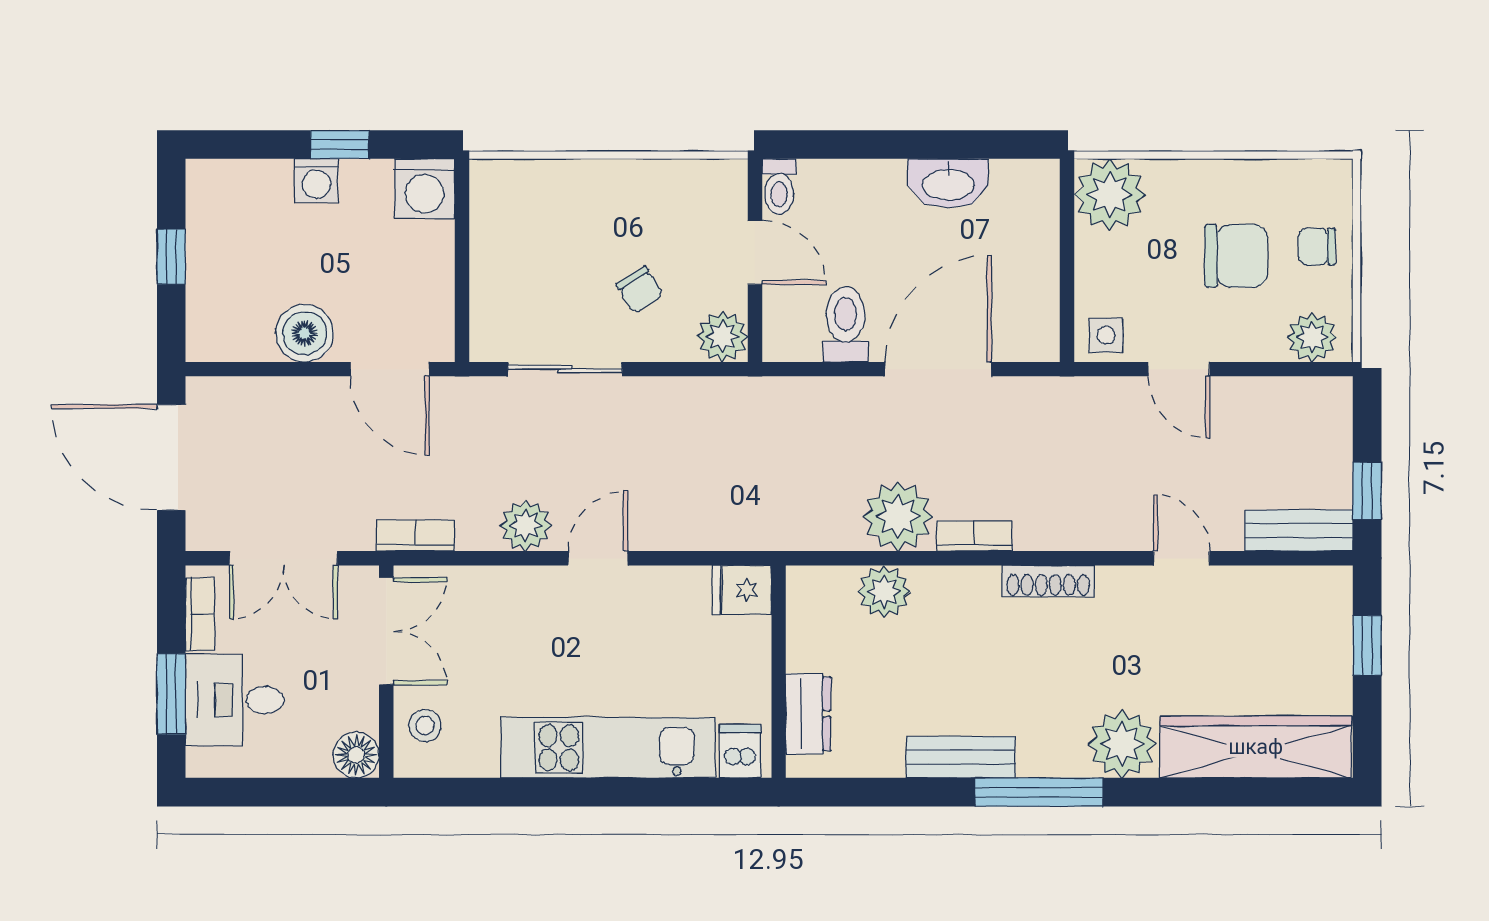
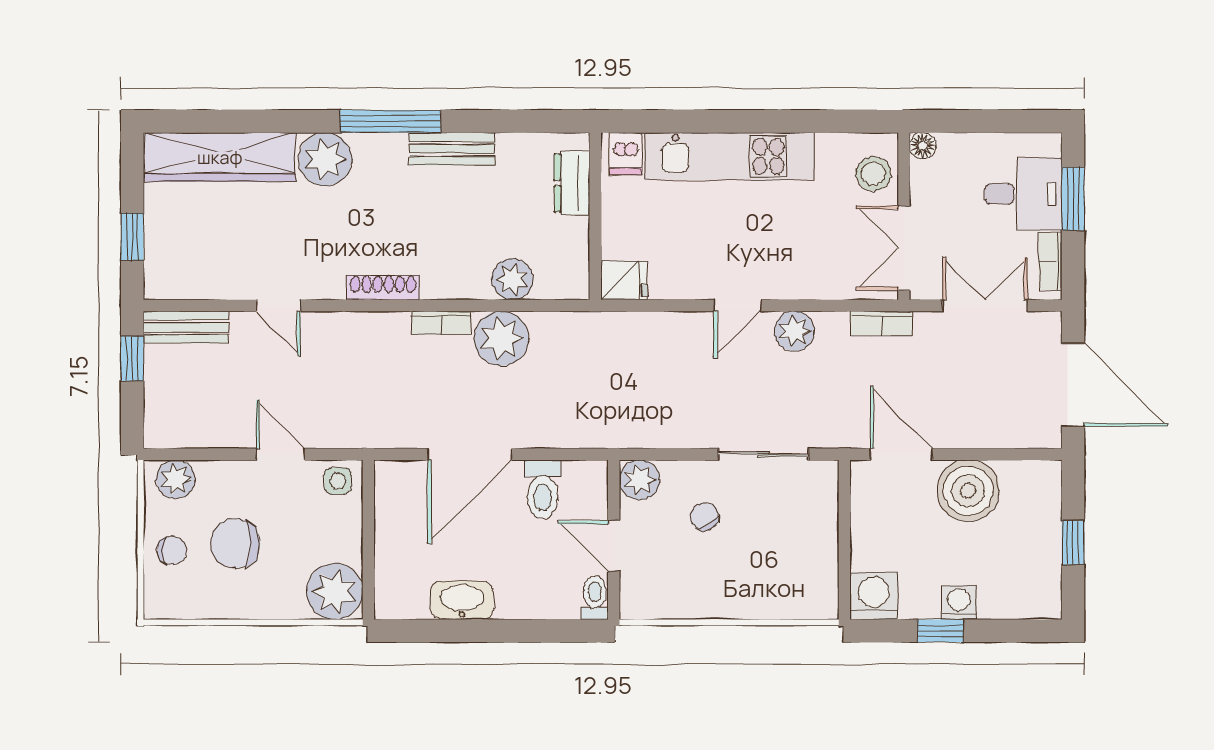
boiler: (305, 333) -> (968, 491), width x1.37, depth x1.37
stool: (425, 726) -> (873, 174), width x1.37, depth x1.37
floor lamp: (356, 755) -> (923, 146), width x0.73, depth x0.73

